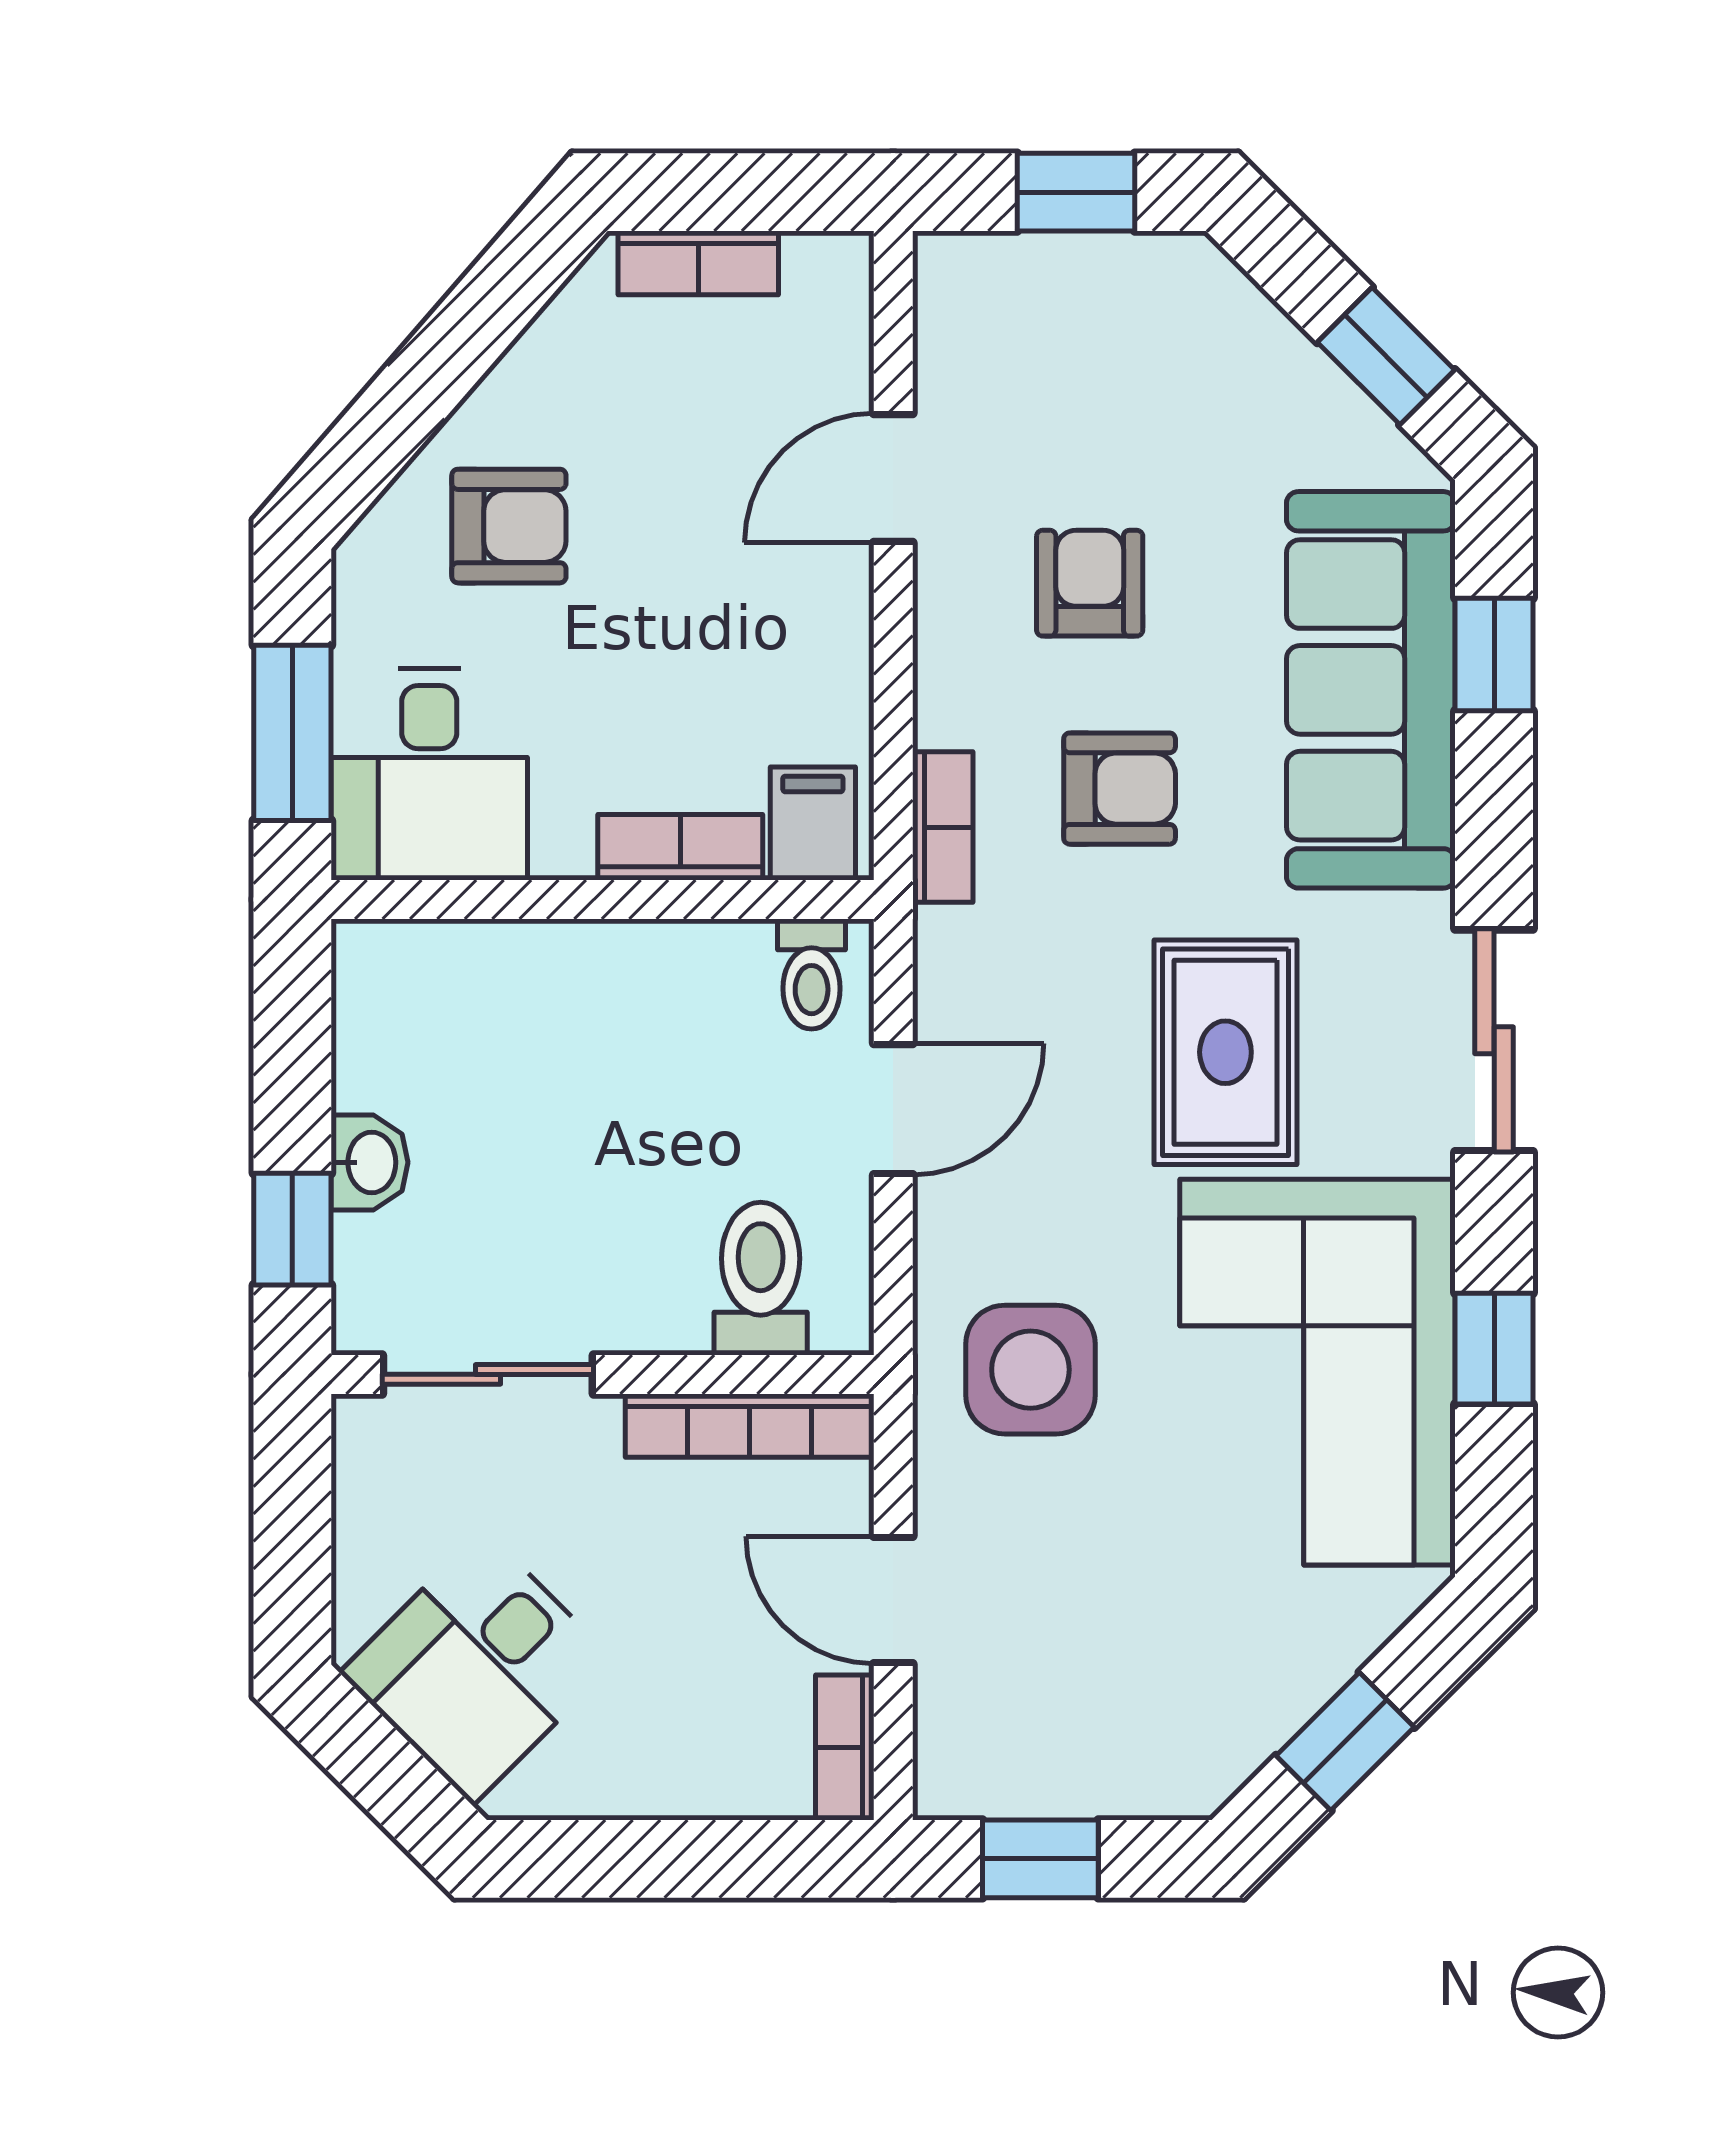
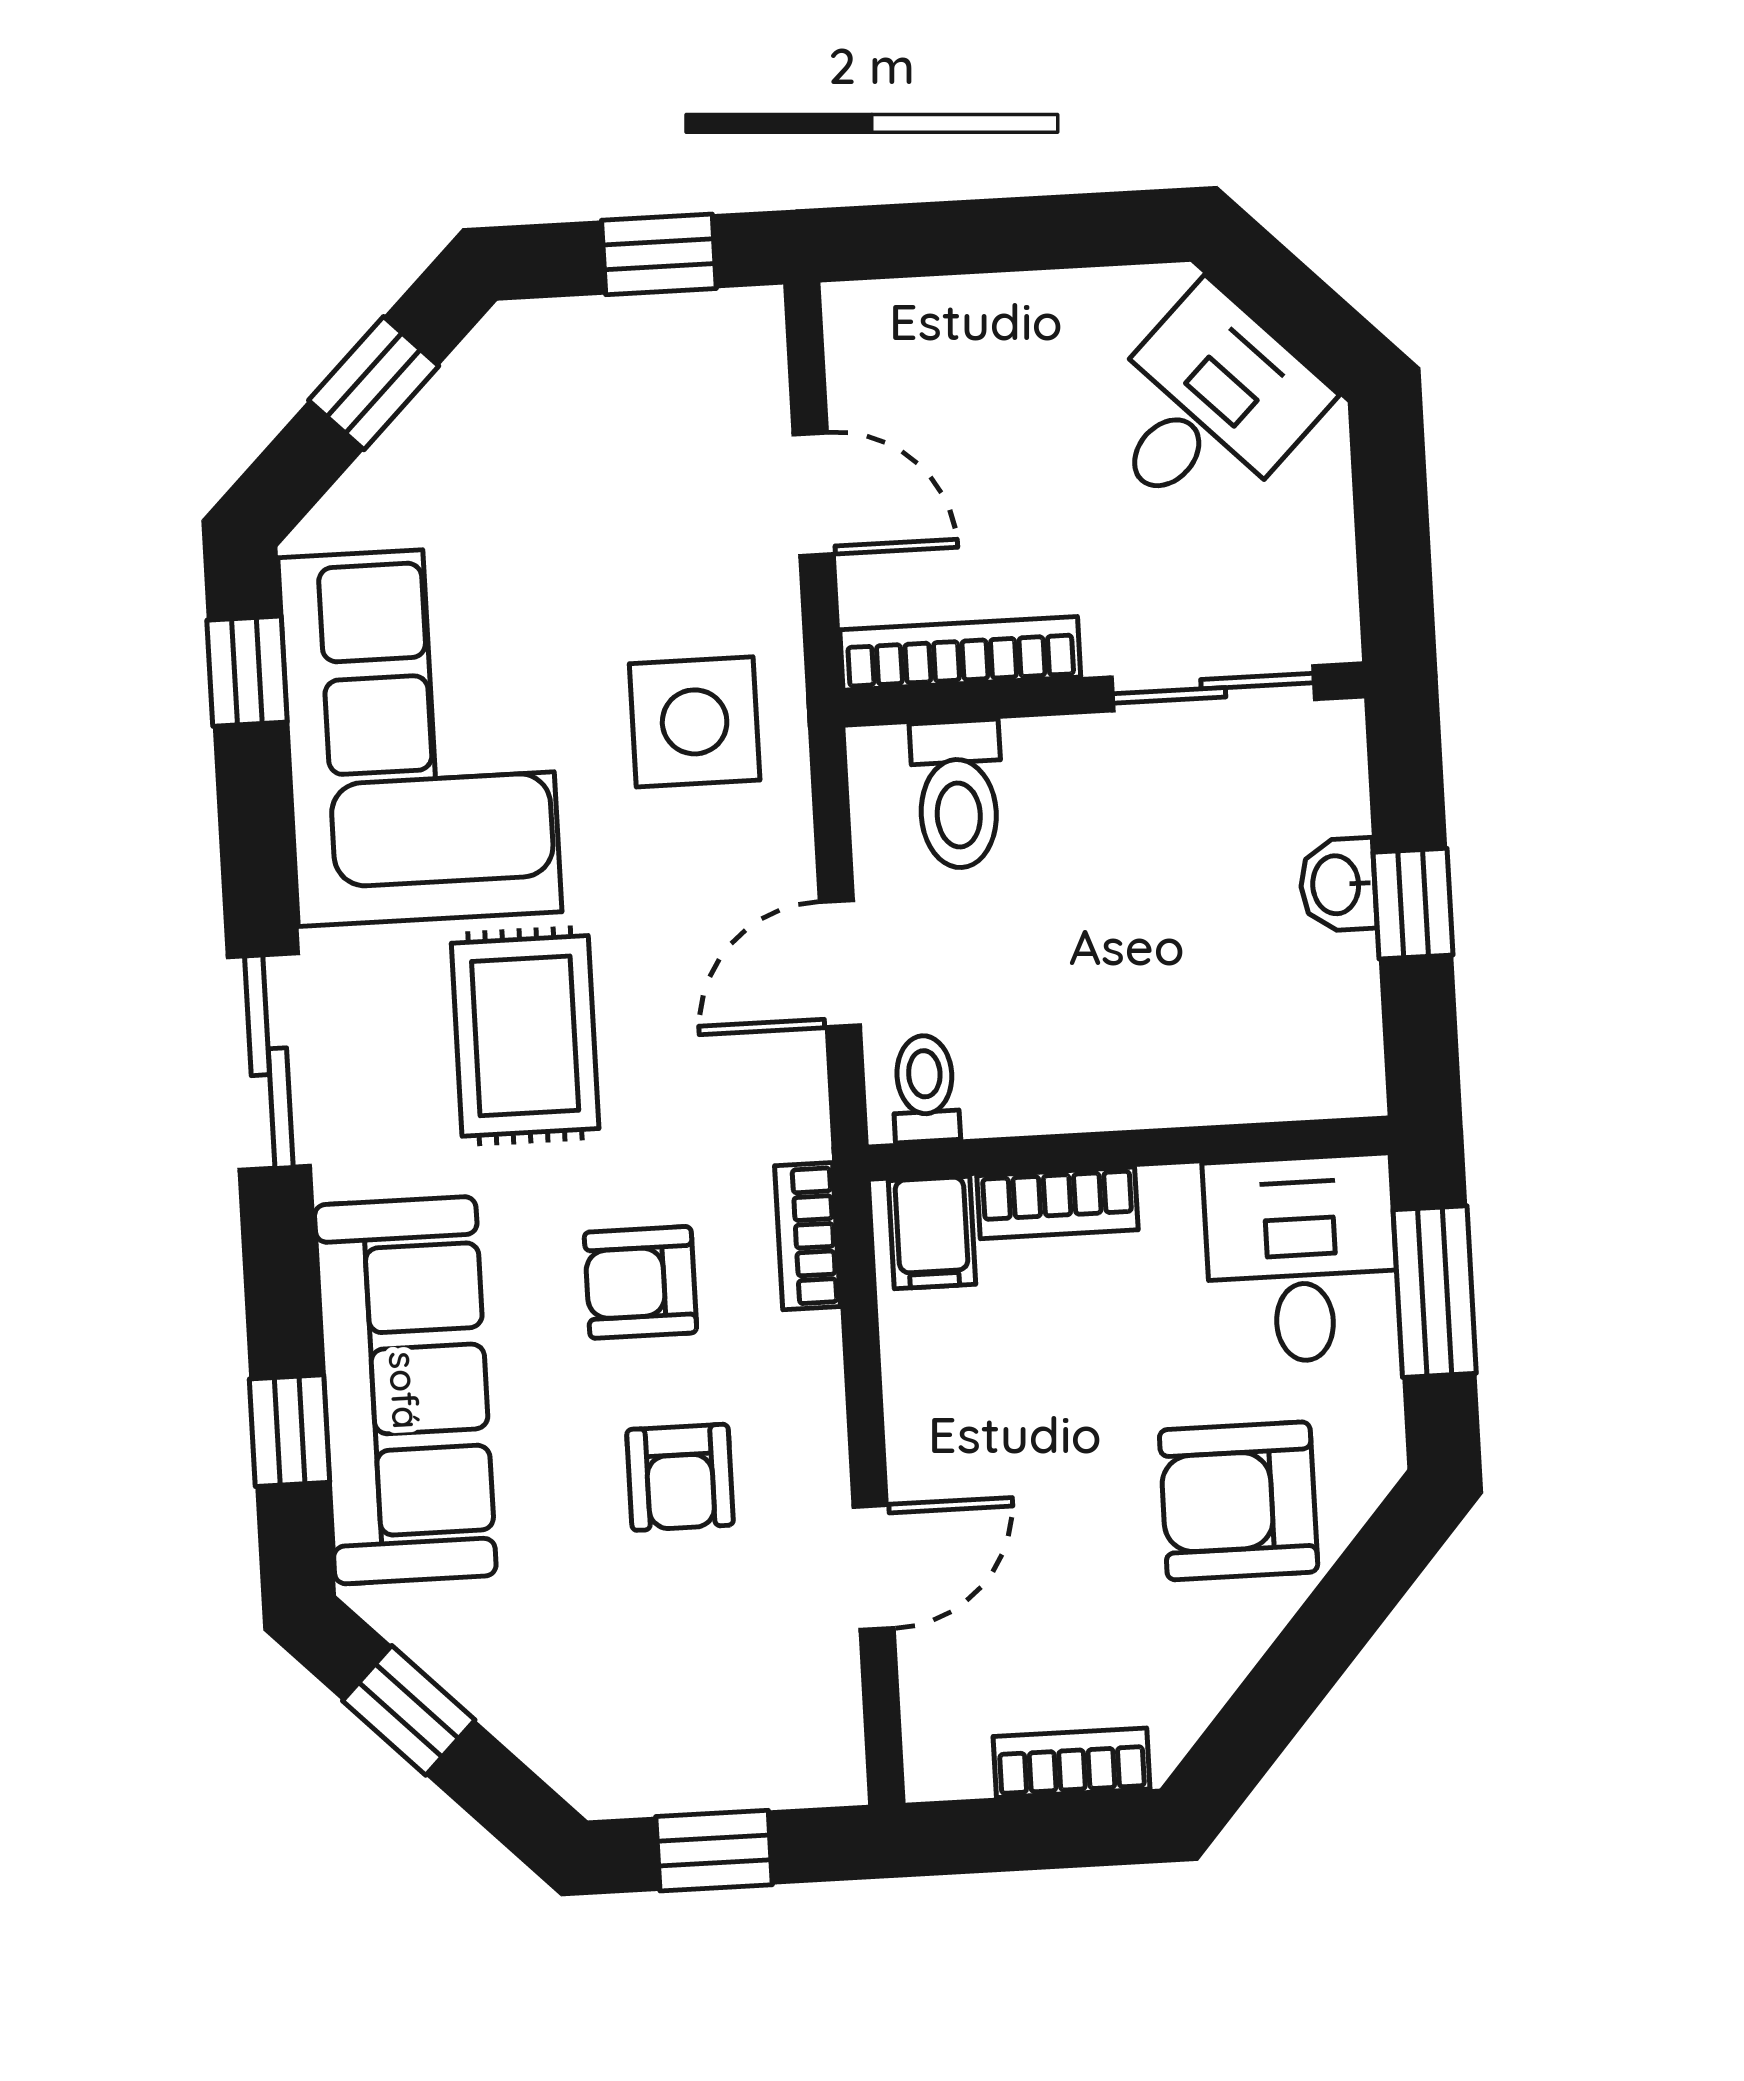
armchair: (509, 526) -> (1239, 1501), width x1.38, depth x1.38
window: (292, 1229) -> (1413, 904), moved
window: (1494, 1349) -> (247, 671), moved
bookcase: (845, 1748) -> (852, 350), removed

